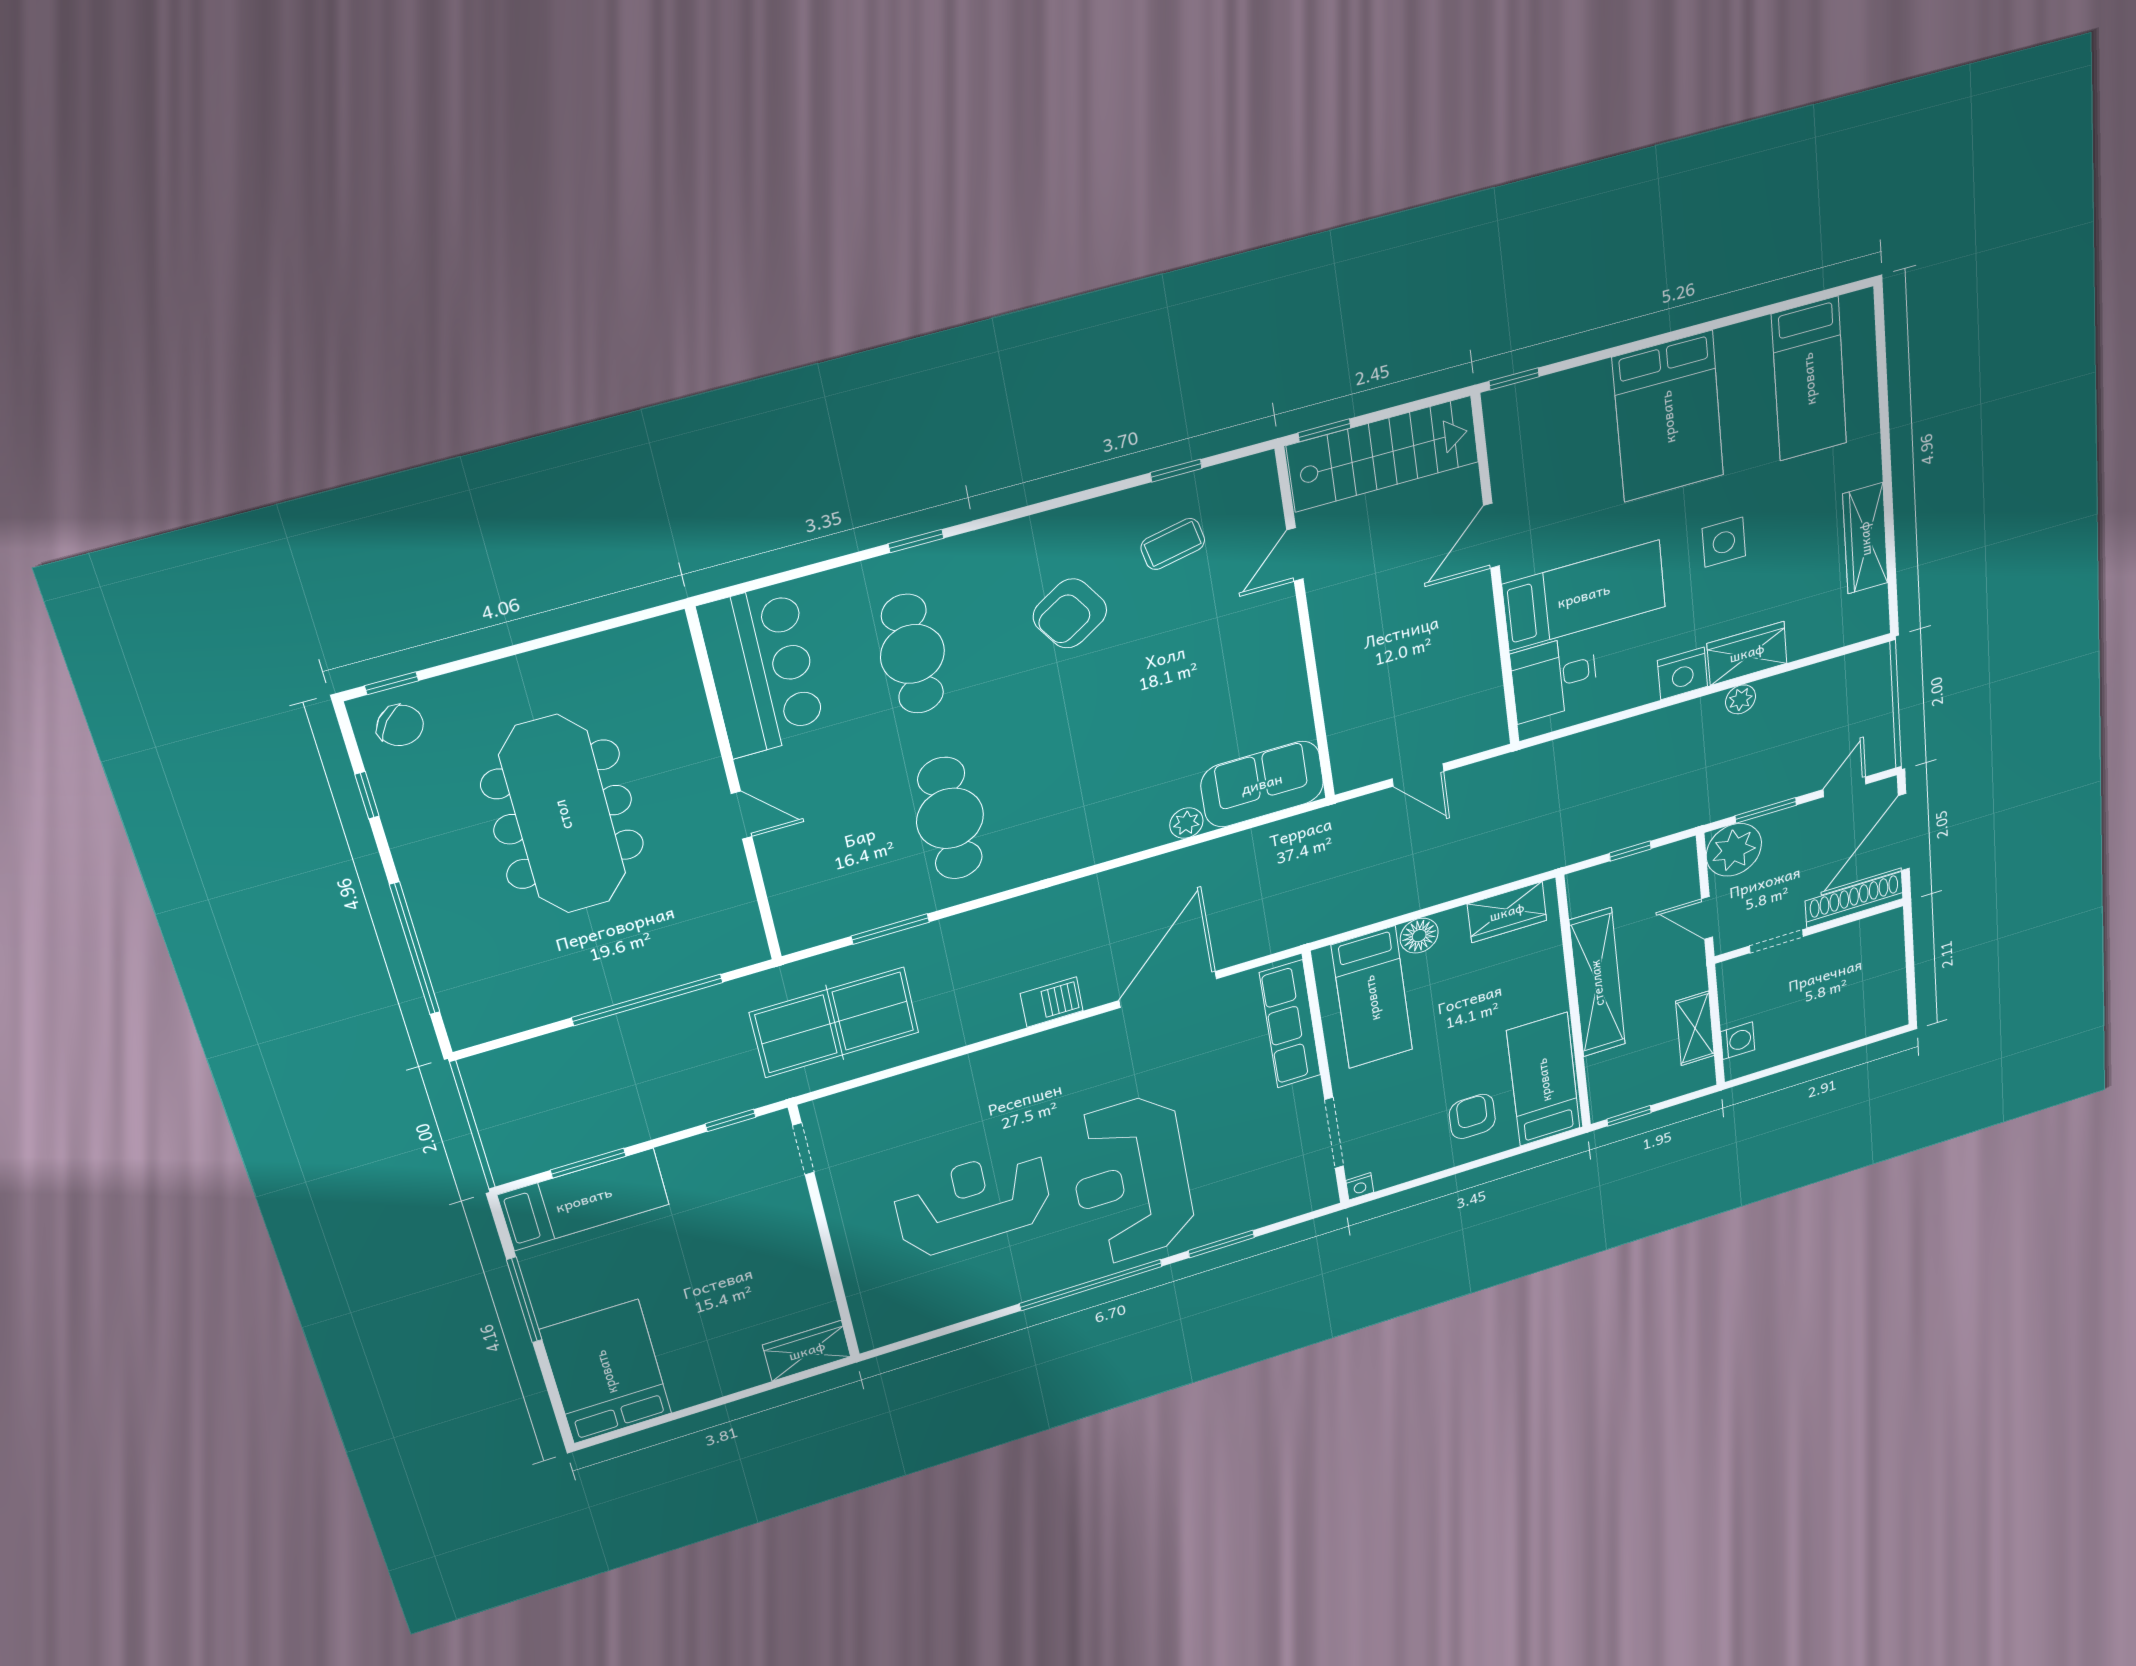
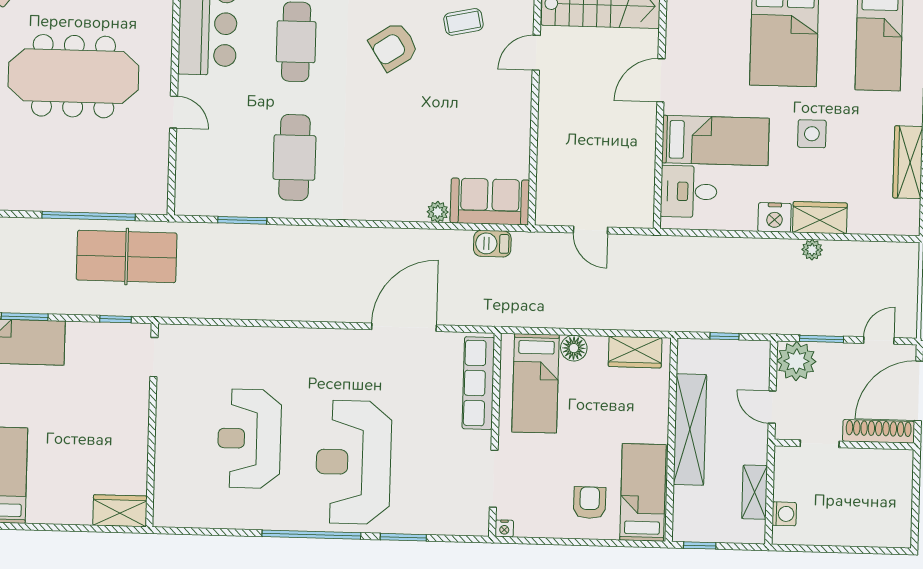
meeting table: (563, 815) -> (73, 76), turned 90
barbecue: (1052, 1002) -> (492, 244), moved, turned 180
table tennis table: (835, 1022) -> (127, 256), moved
reception desk: (973, 1202) -> (249, 439), turned -90

